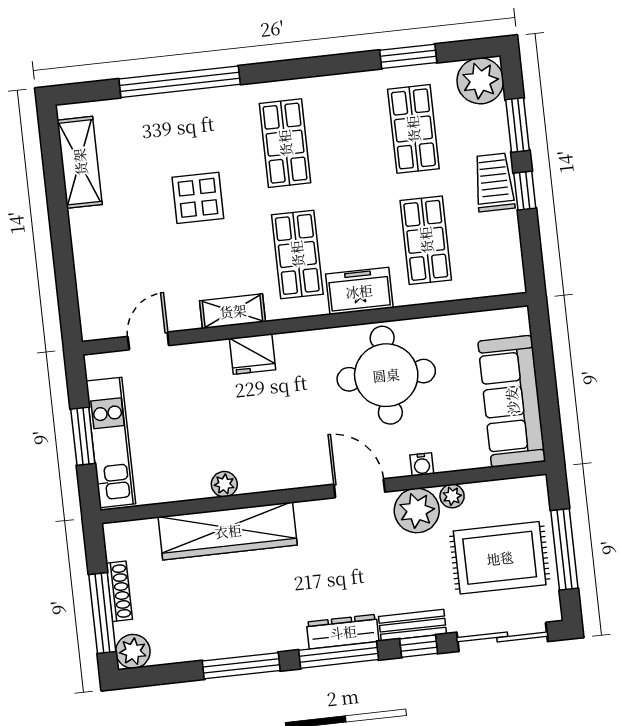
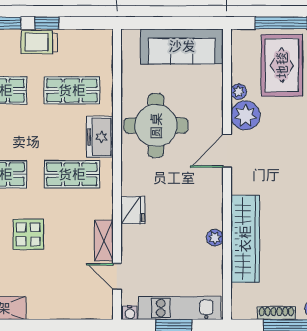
shelving: (233, 311) -> (104, 241), moved
water cooler: (422, 464) -> (130, 313), moved, turned 90

